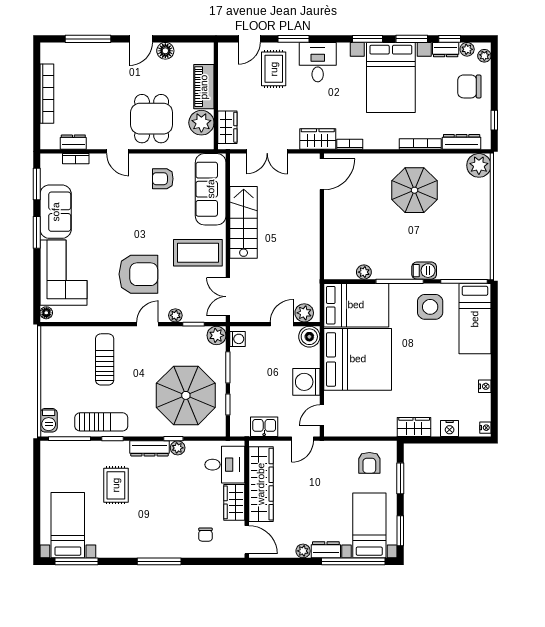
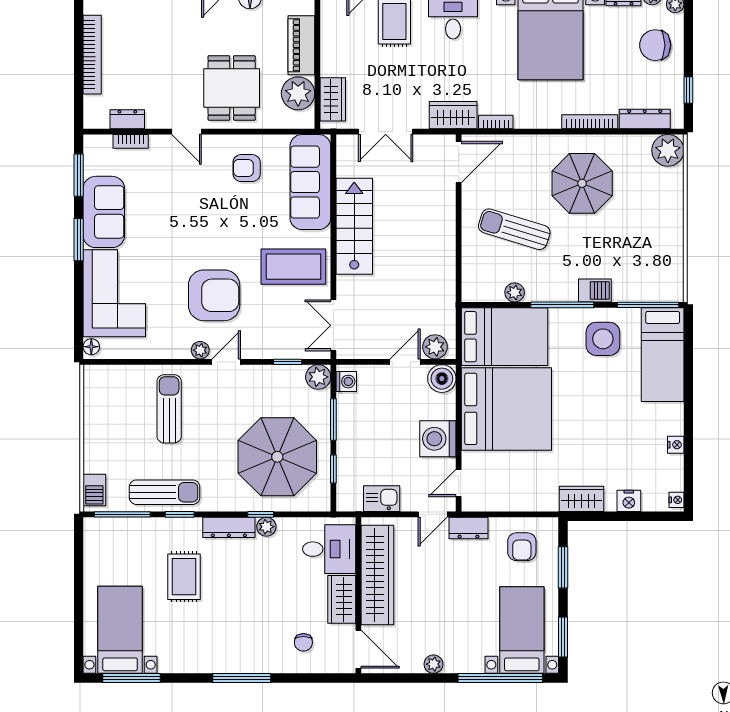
sun lounger: (364, 225) -> (514, 229), added
plant: (175, 315) -> (200, 350), moved
dresser: (326, 550) -> (468, 528), moved, turned 180

